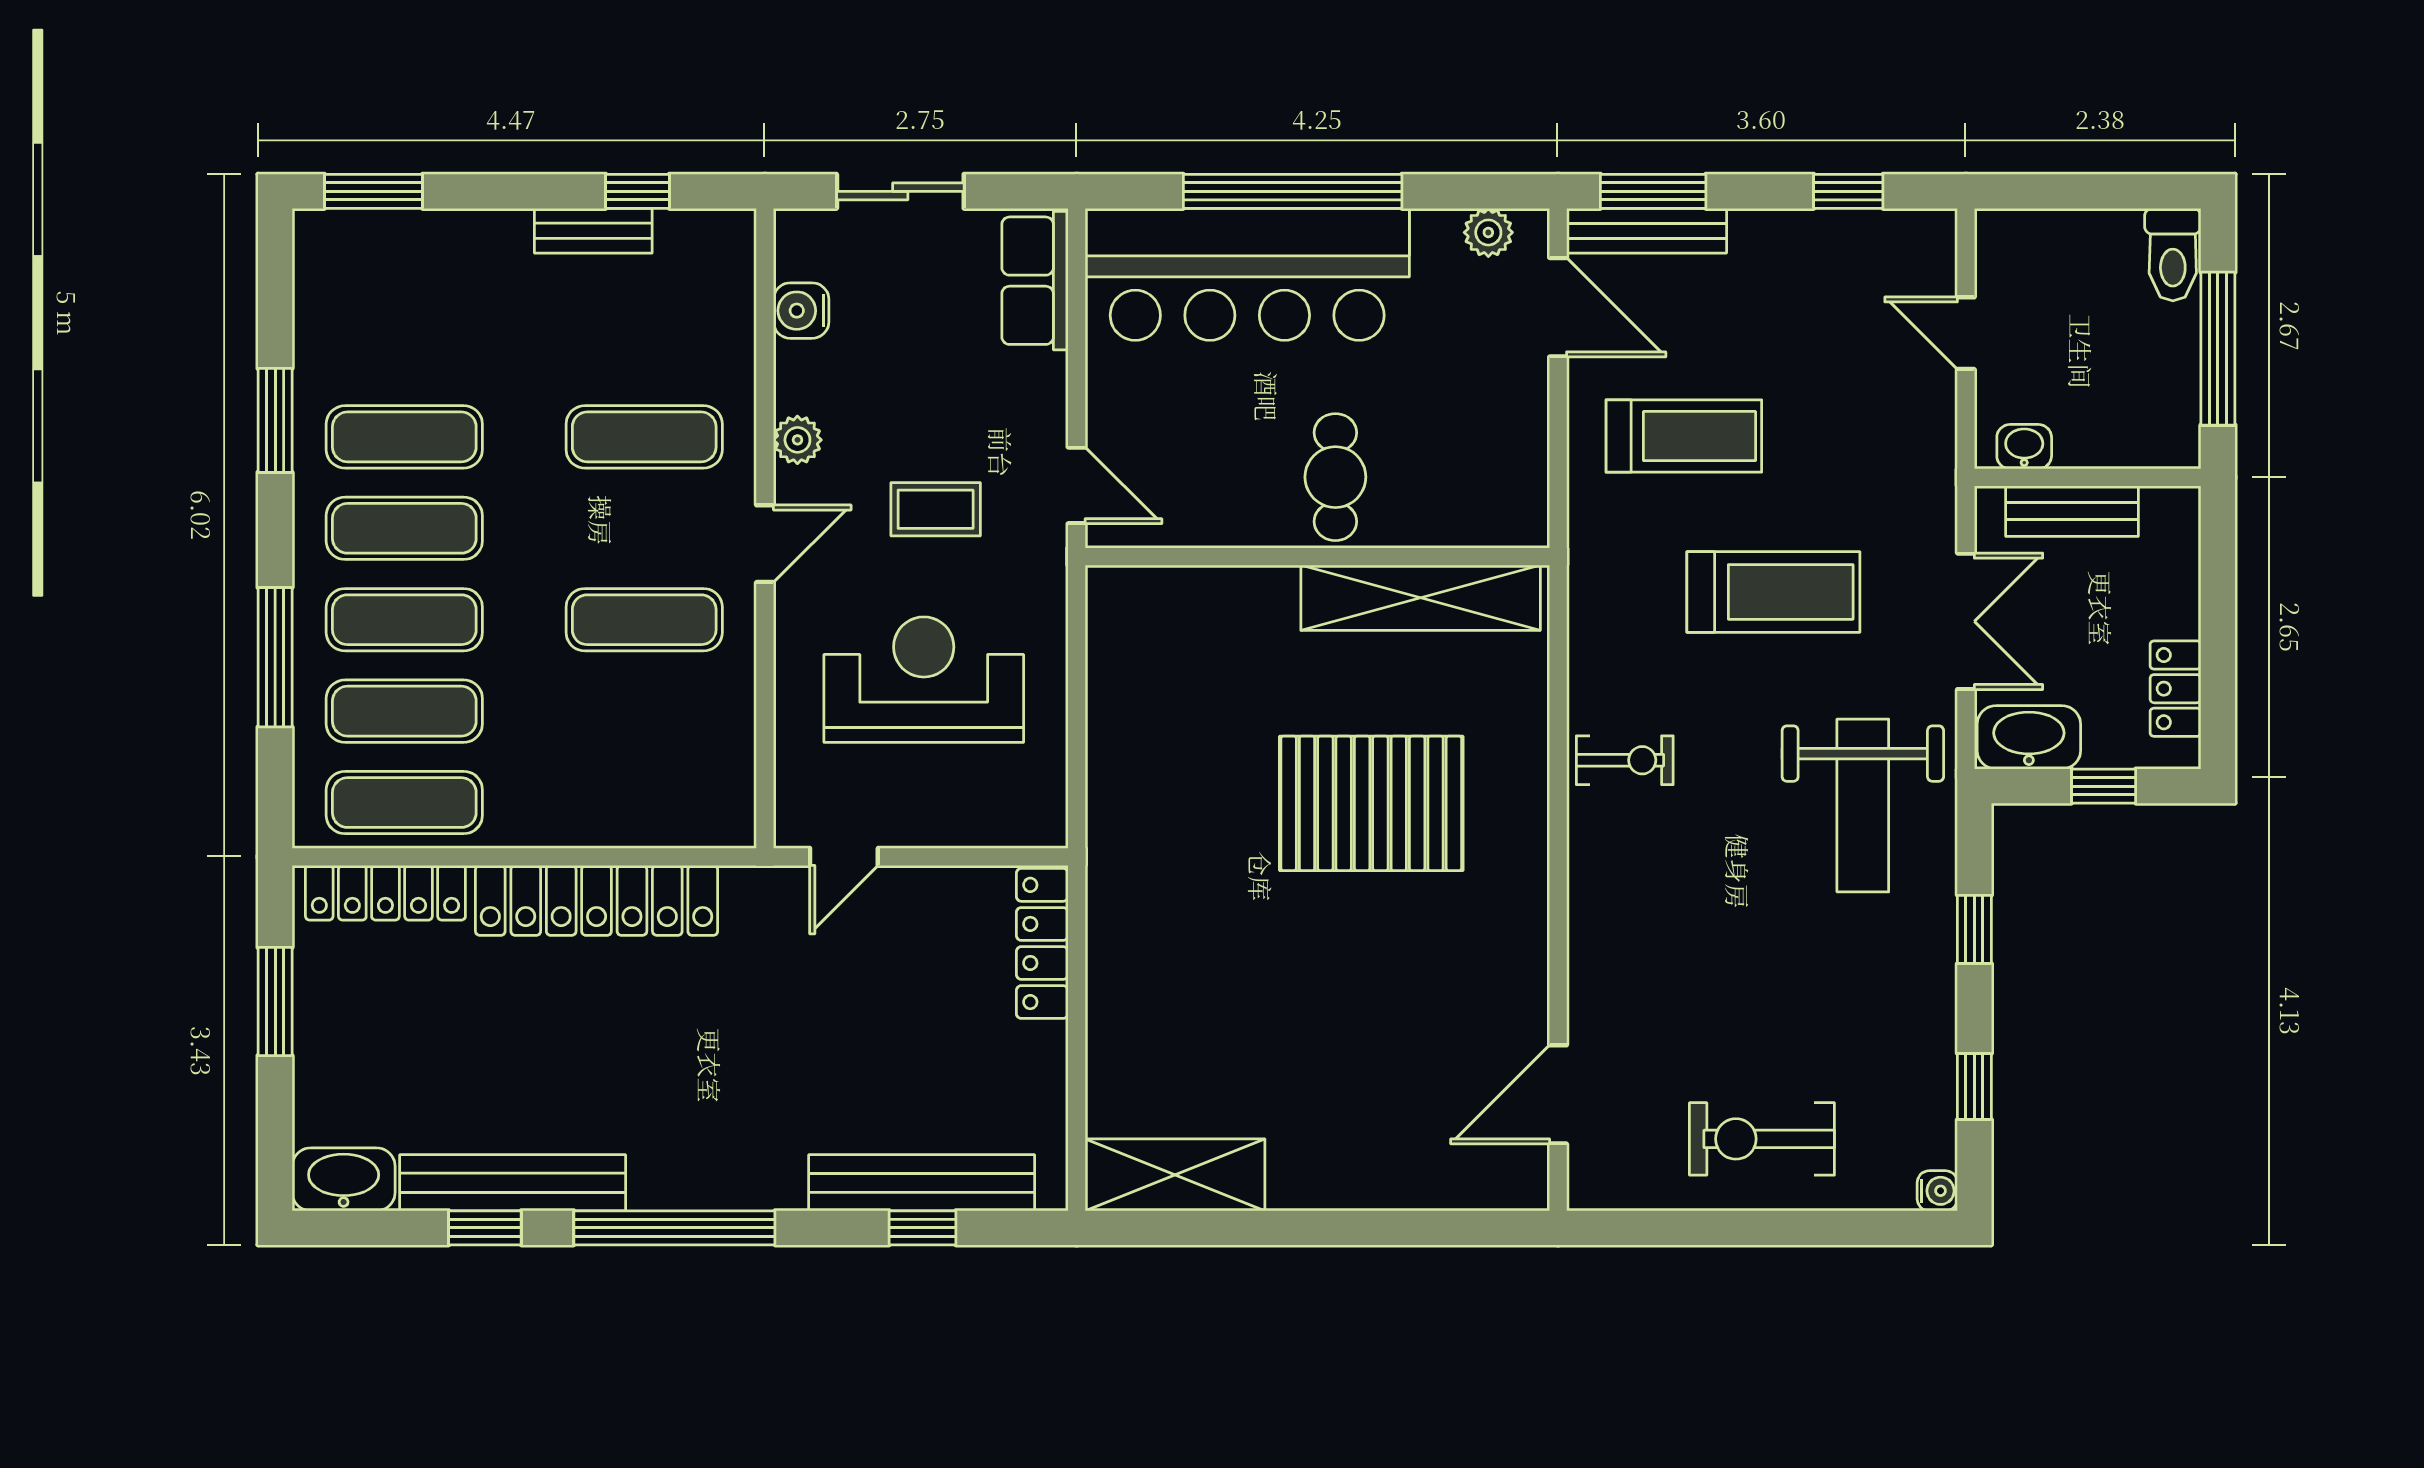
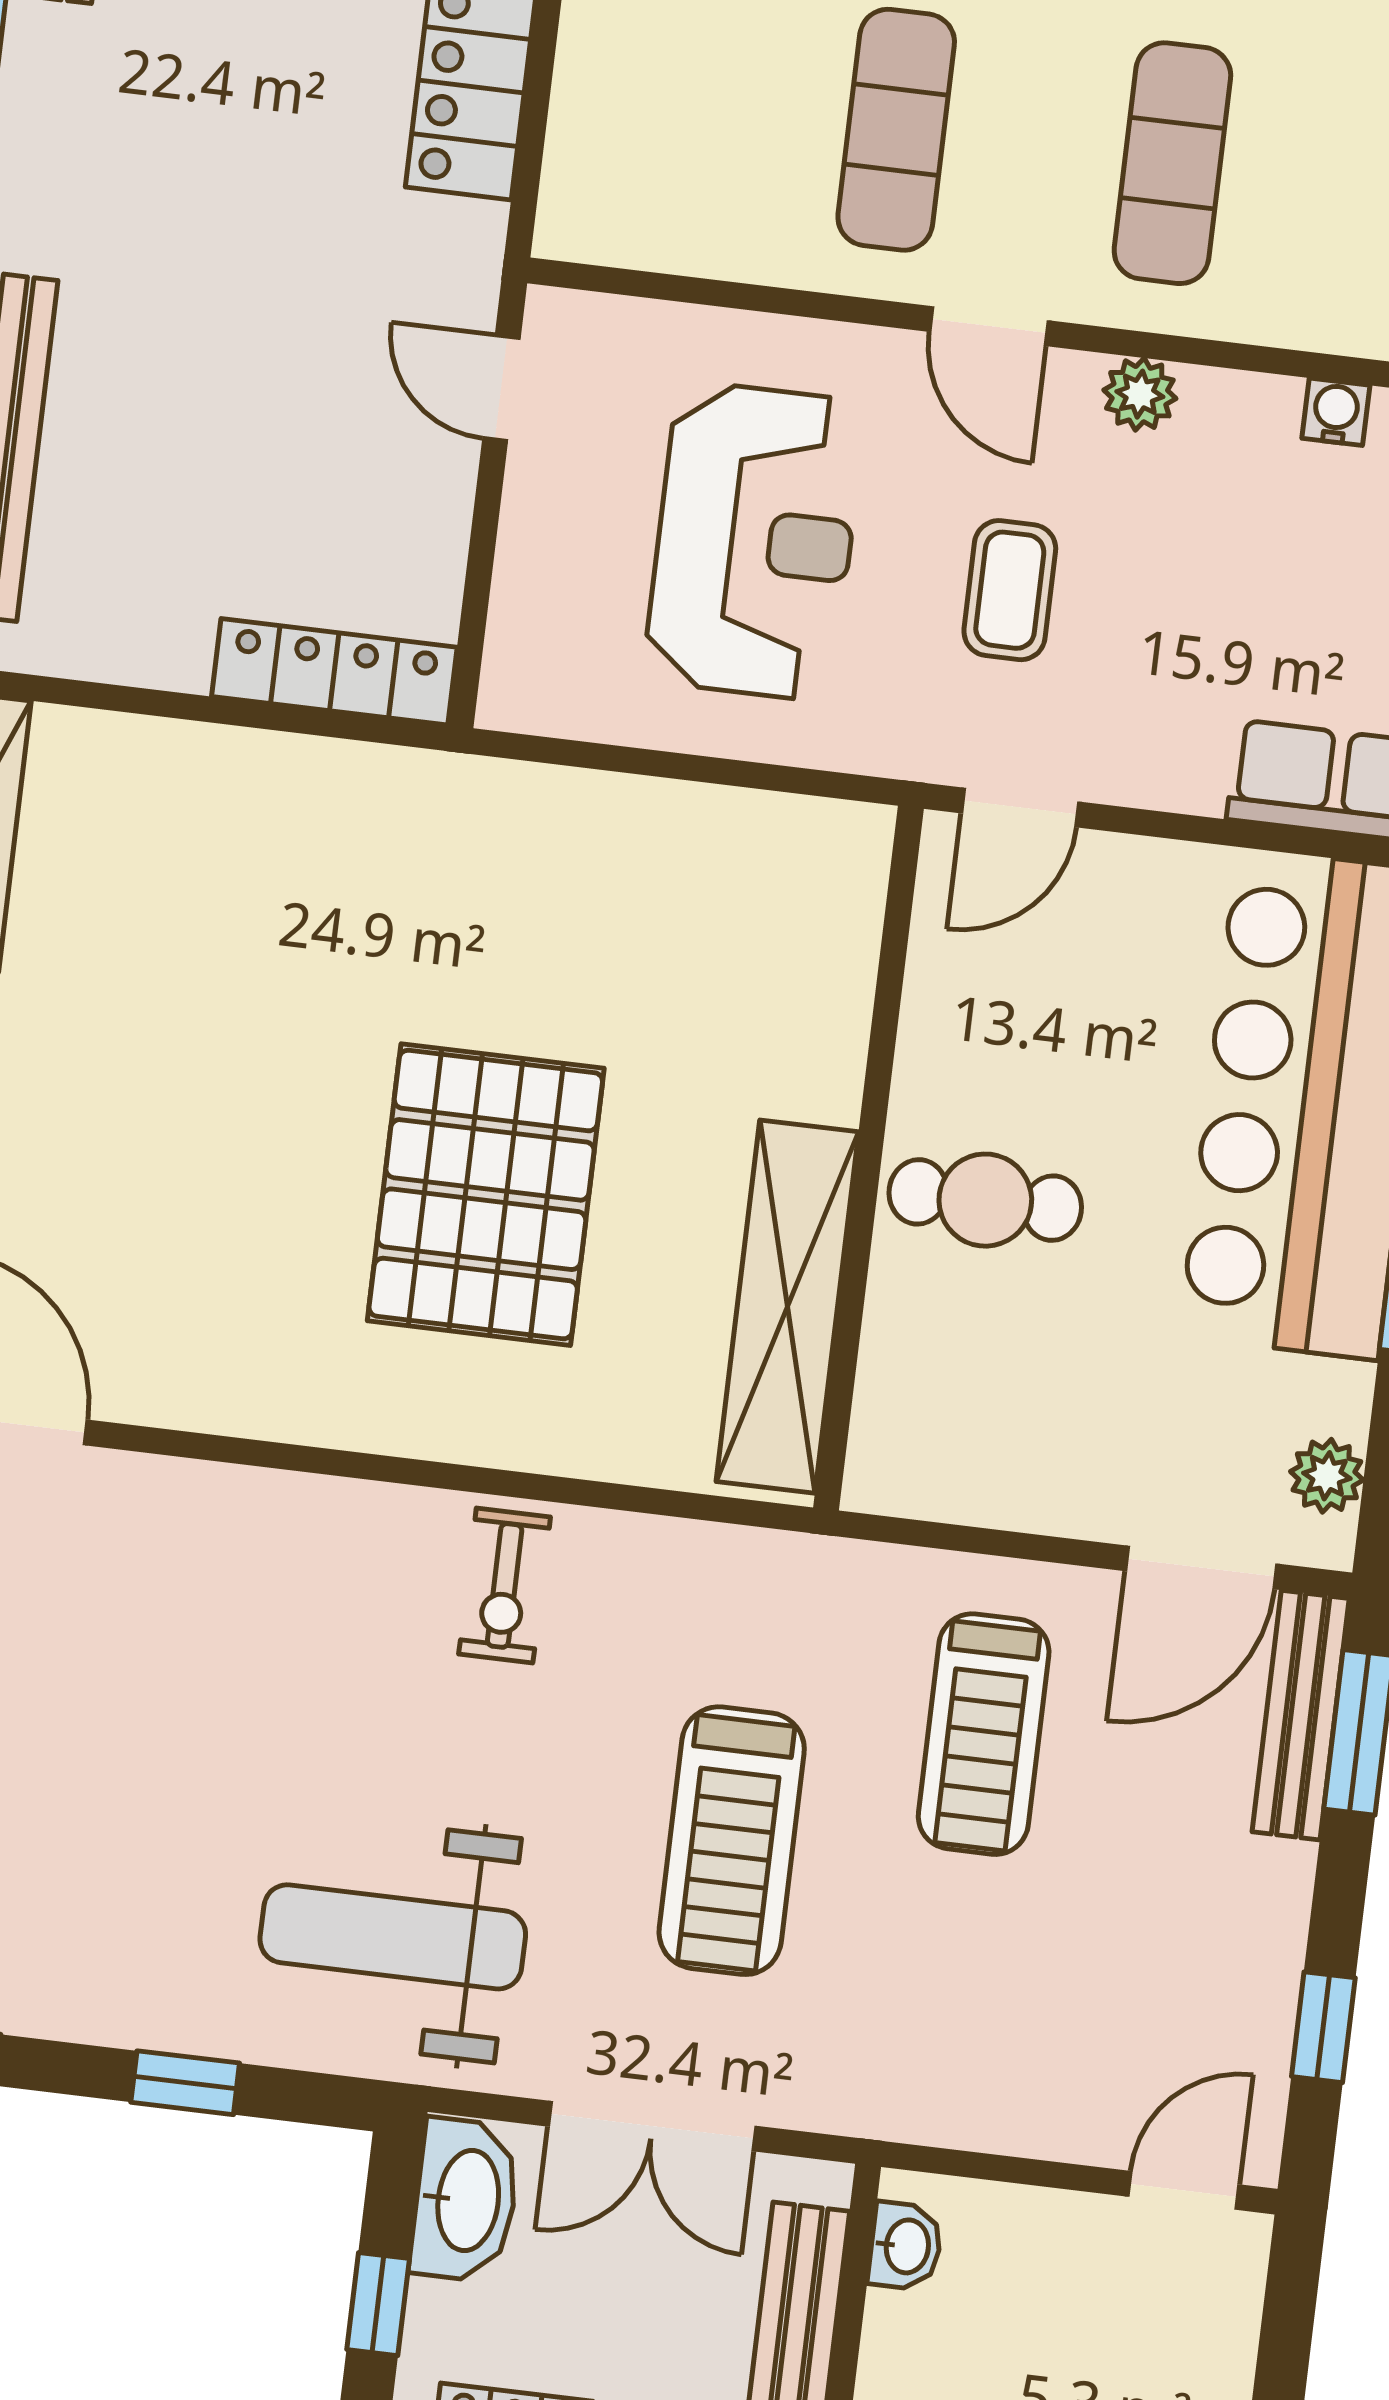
water cooler: (801, 311) -> (1336, 412), width x0.72, depth x0.72
door: (1966, 333) -> (1184, 2190), moved

